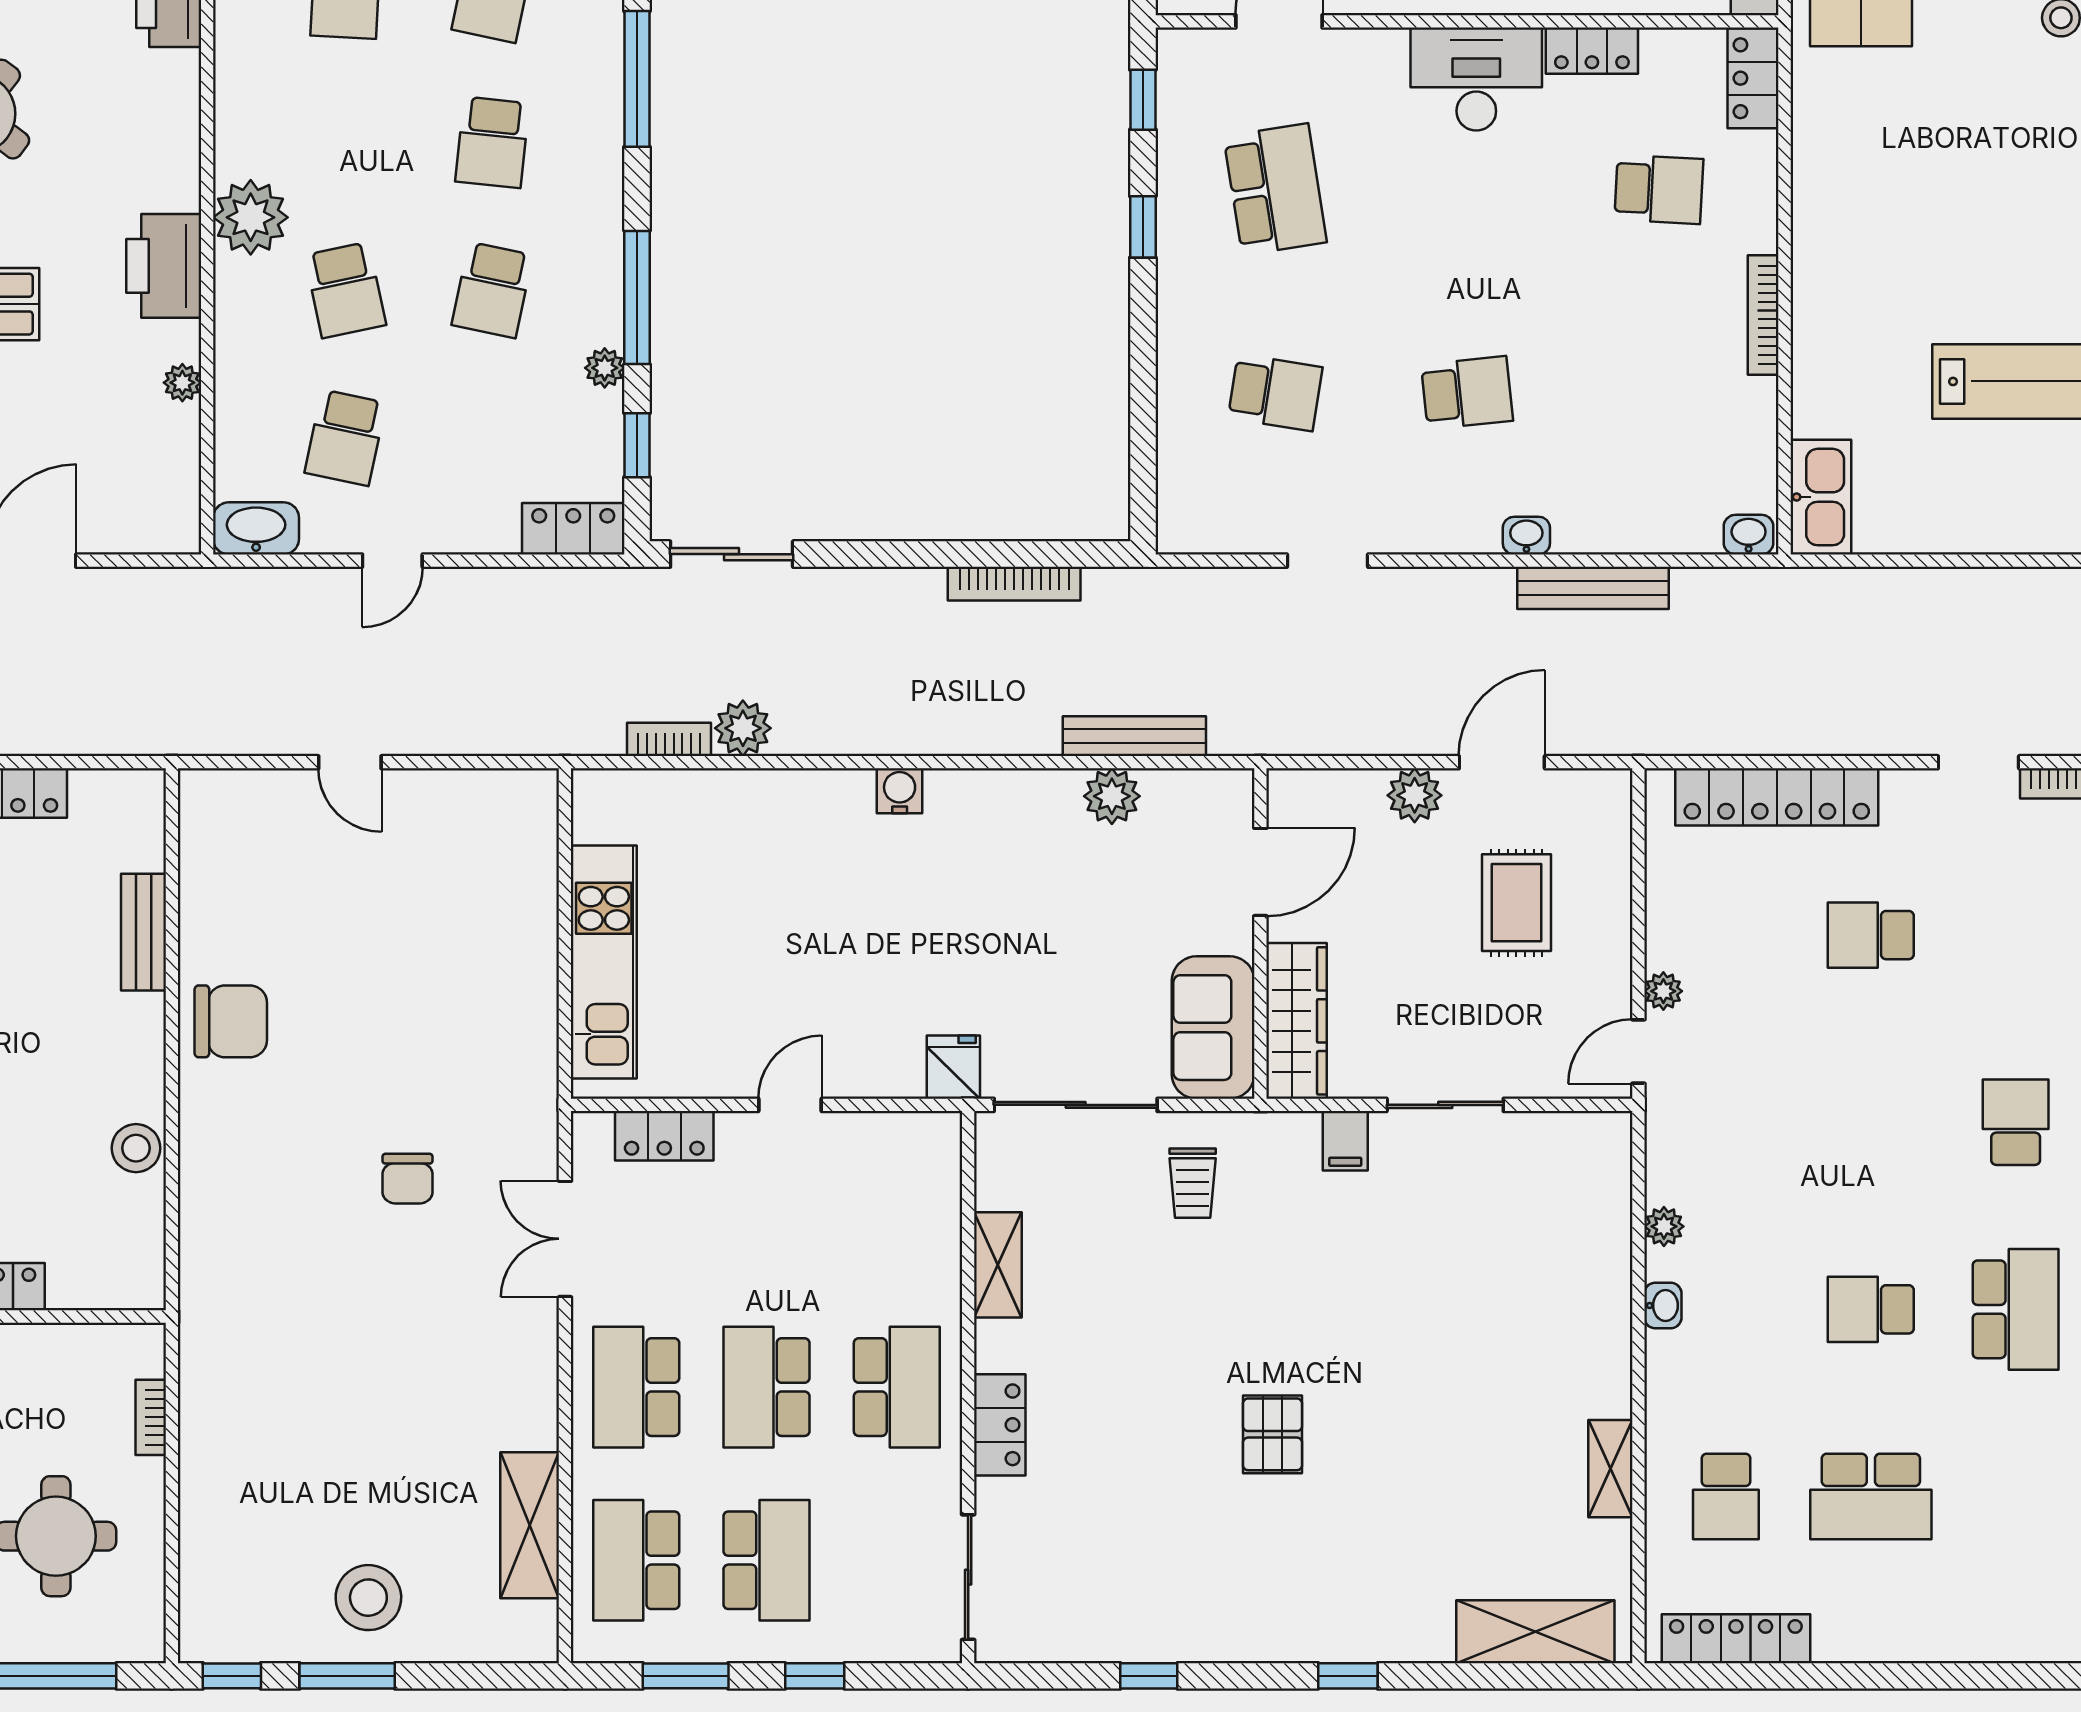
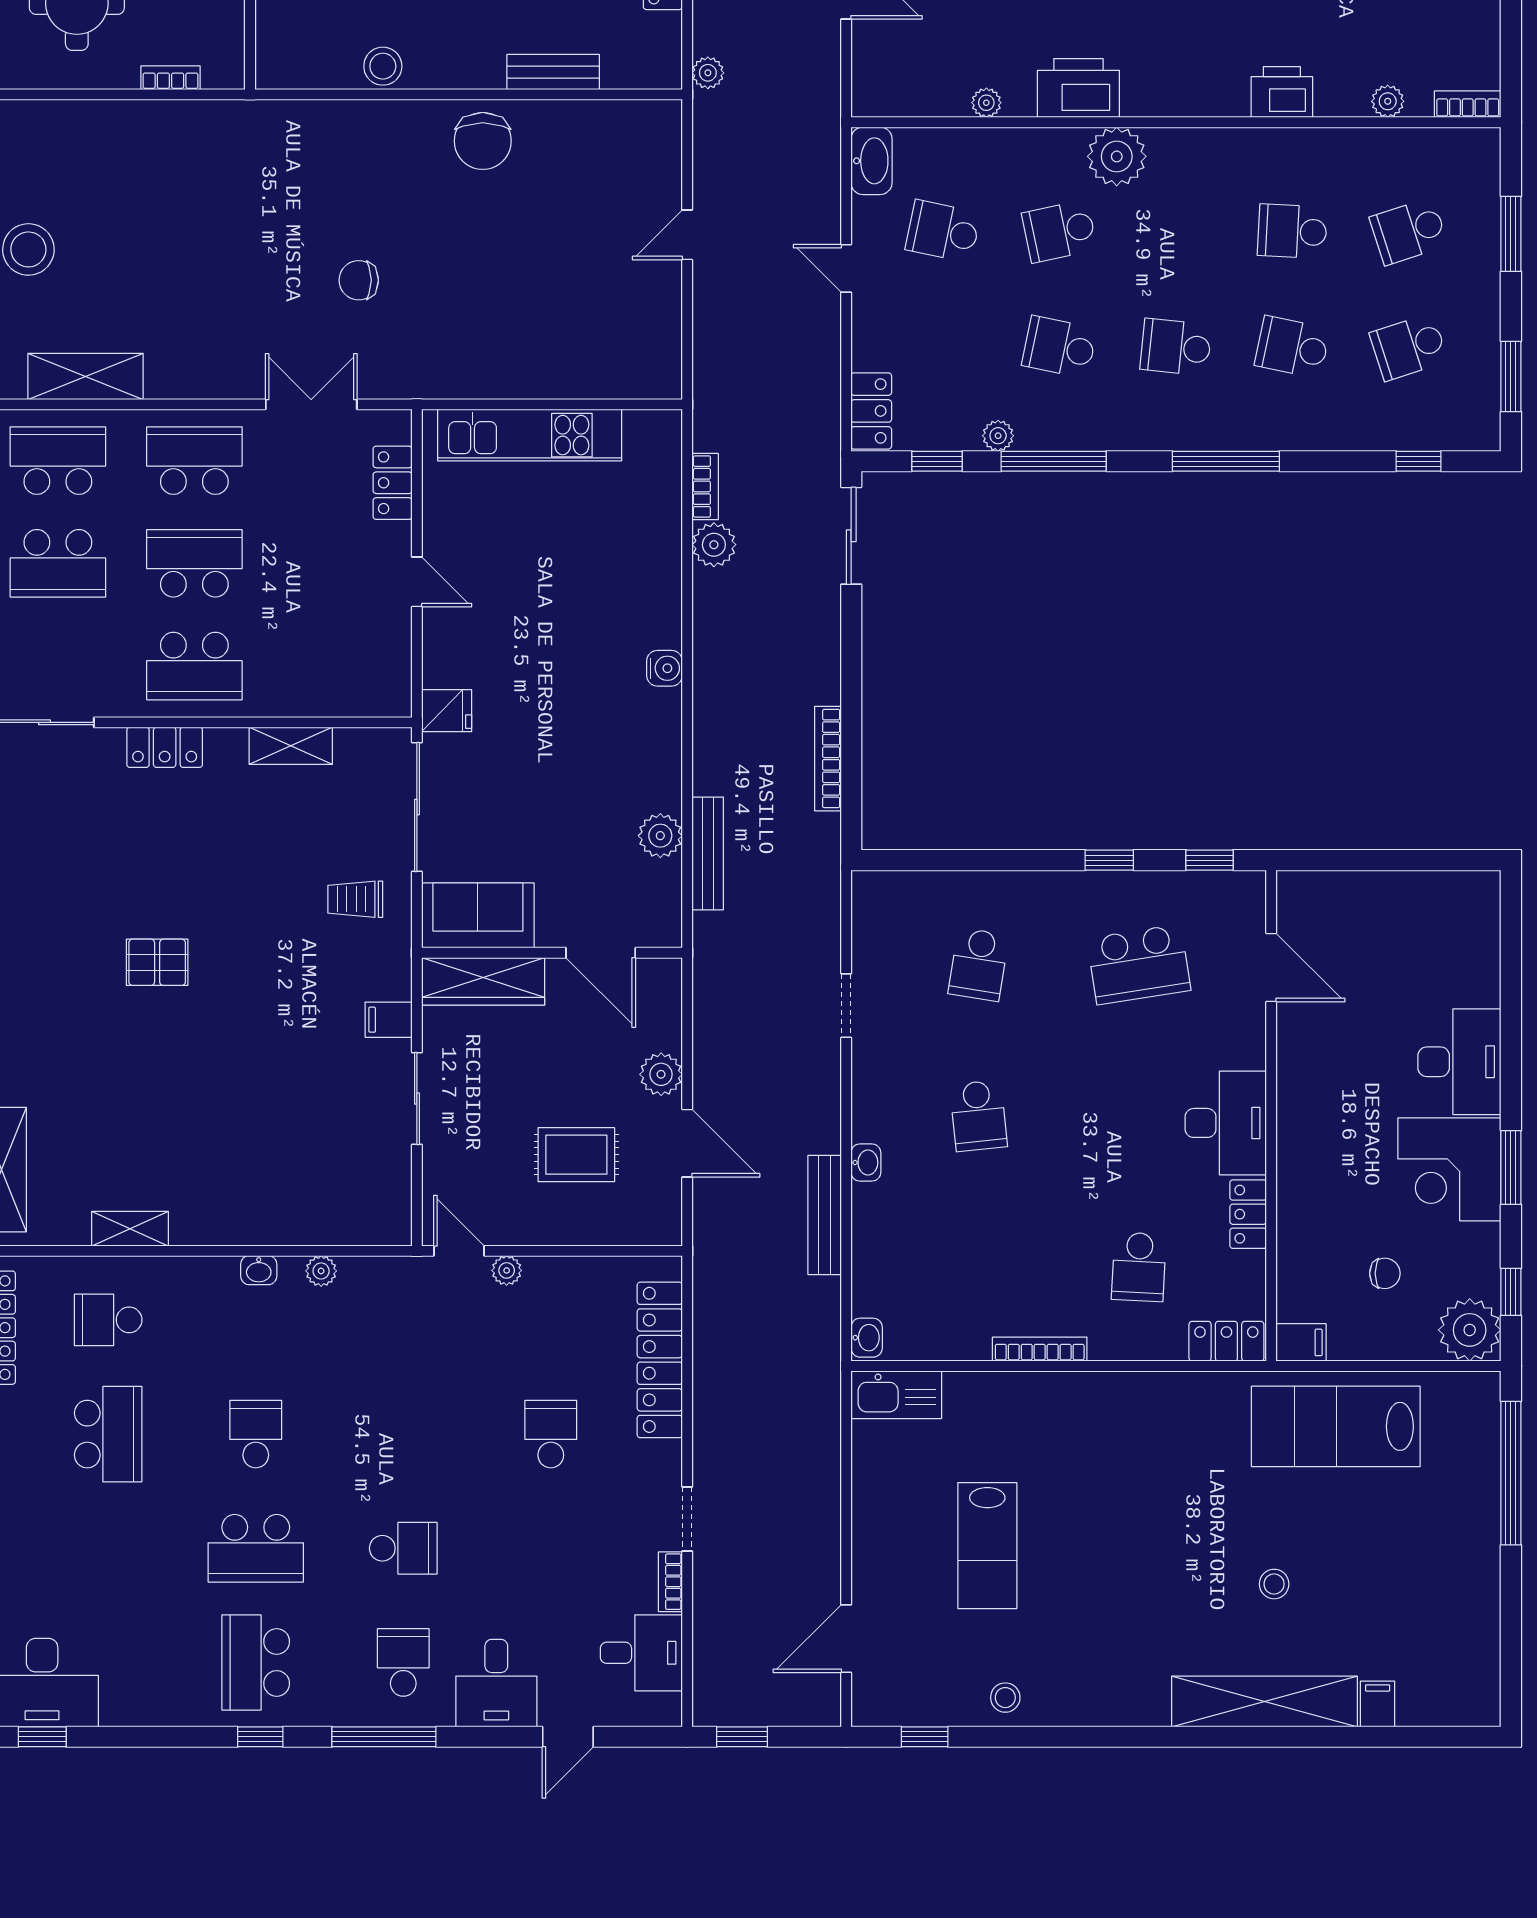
plant: (144, 736) -> (708, 73), added
school desk: (1871, 1496) -> (108, 1434), turned 180

